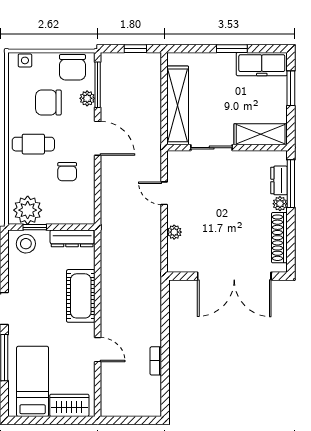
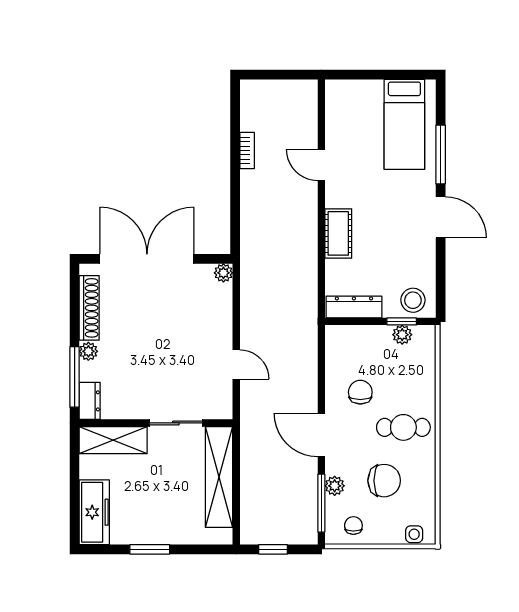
freezer: (262, 64) -> (94, 512), moved, turned 90
chair: (72, 67) -> (353, 525), width x0.54, depth x0.54
window: (291, 88) -> (75, 499), removed
dresser: (279, 180) -> (90, 401), moved
plant: (28, 210) -> (402, 335), width x0.53, depth x0.53
plant: (174, 232) -> (223, 273), moved
cot: (81, 296) -> (338, 233), width x0.73, depth x0.75
wardrobe: (69, 405) -> (357, 94), removed

